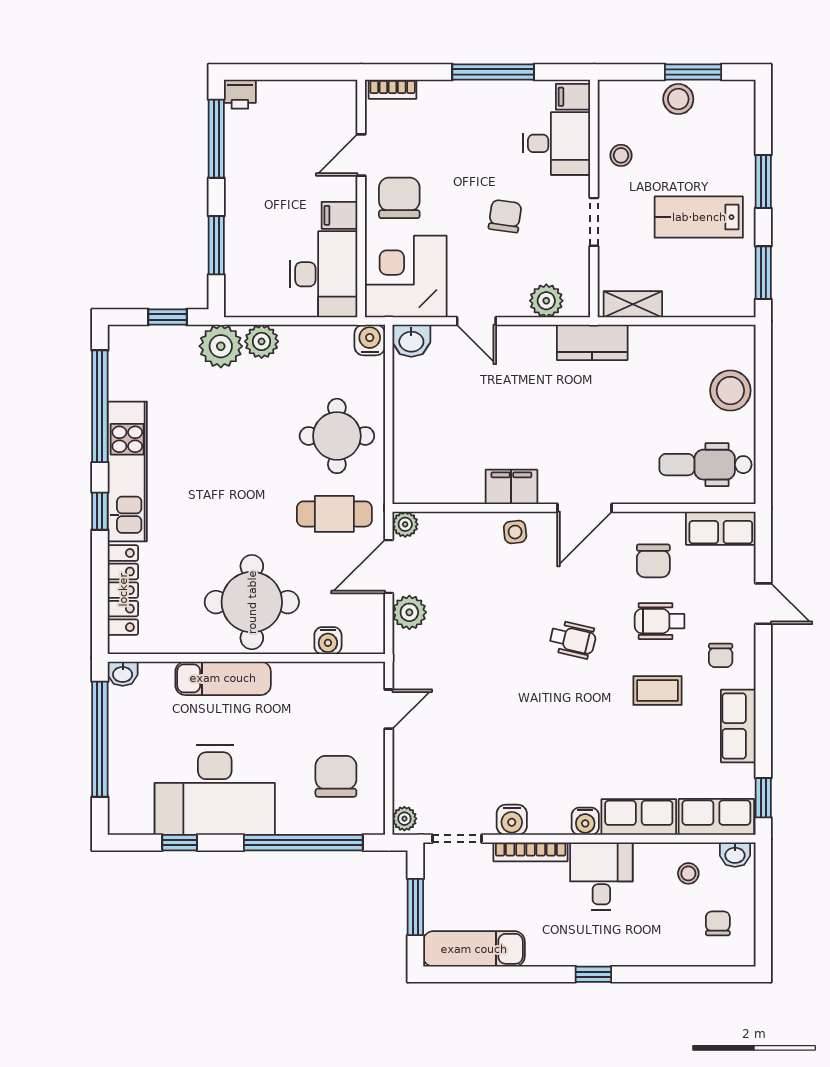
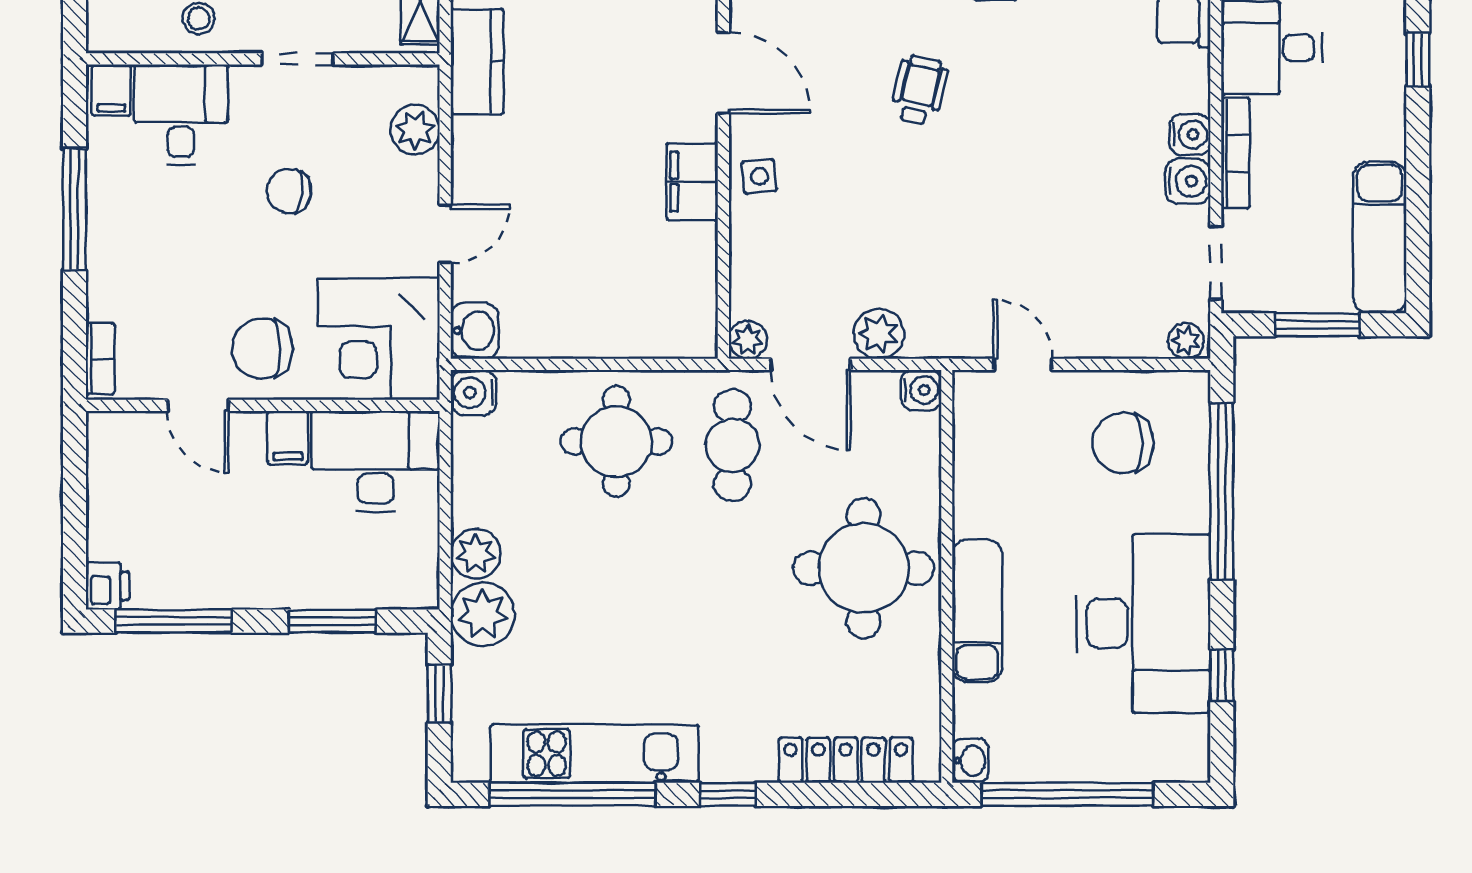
kitchen unit: (127, 471) -> (595, 754), moved
water cooler: (328, 641) -> (921, 390), moved
water cooler: (585, 821) -> (1190, 135), moved

